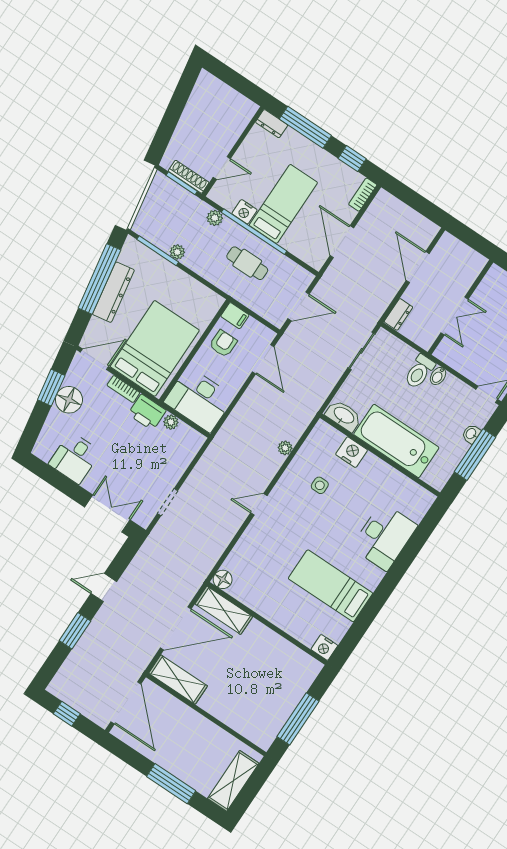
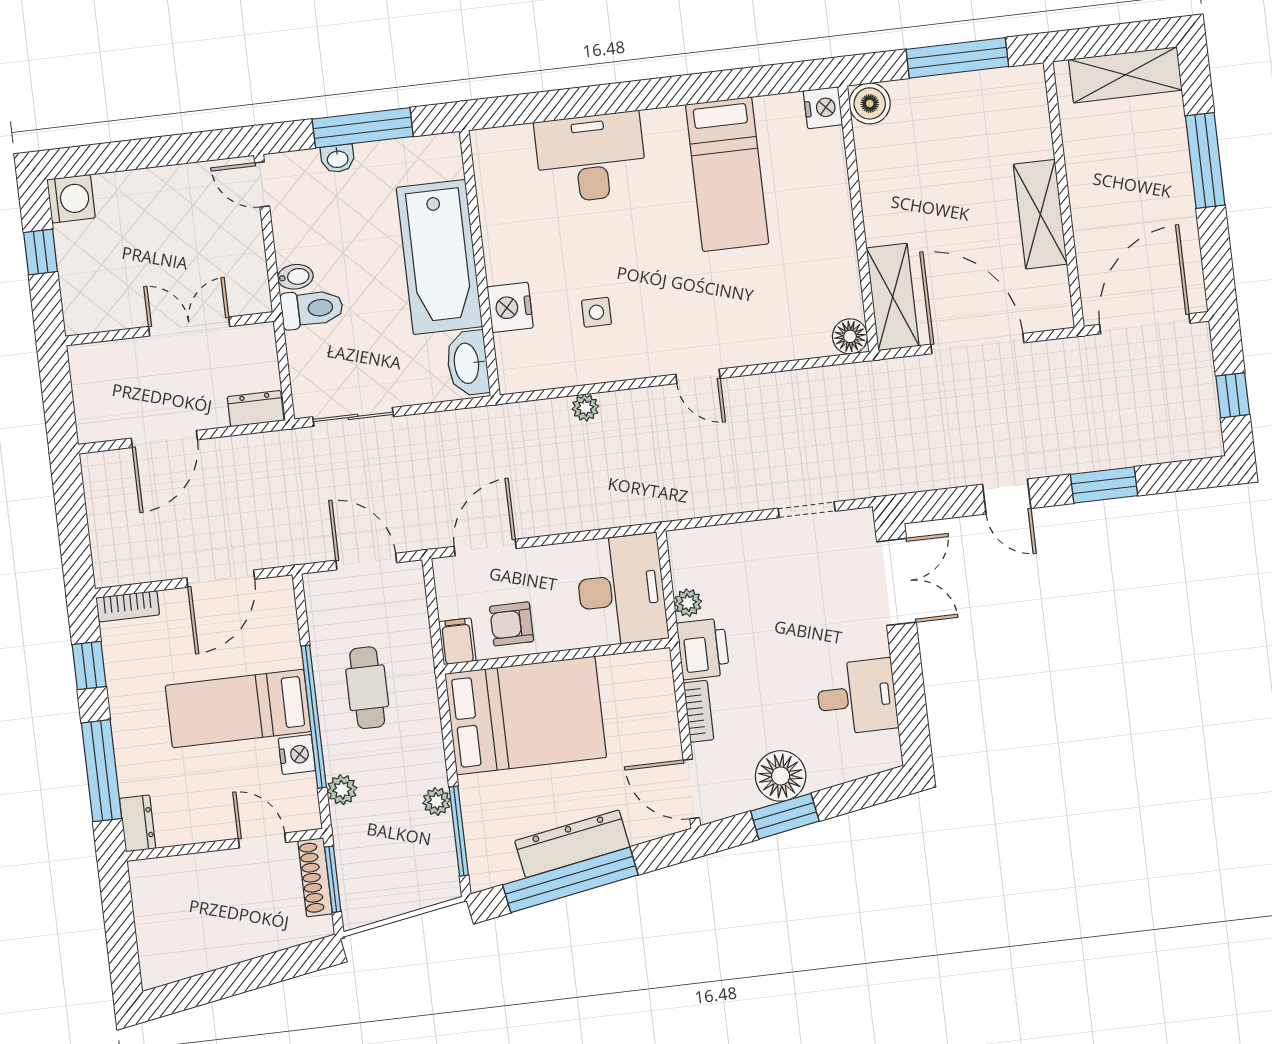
bed: (155, 348) -> (526, 715), moved, turned 180
double door: (107, 514) -> (897, 582), swing flipped
boiler: (310, 668) -> (870, 103), added
shelving: (178, 680) -> (1040, 214), moved

